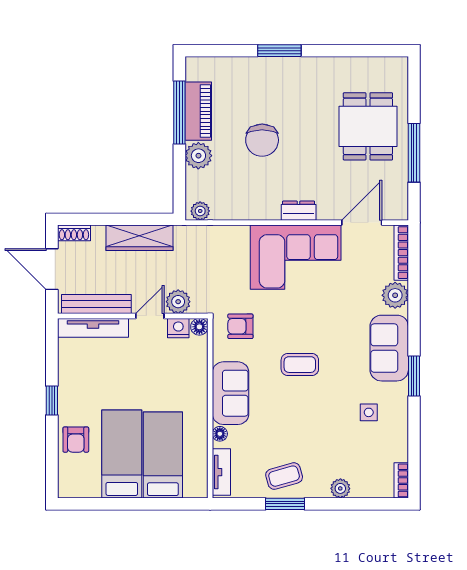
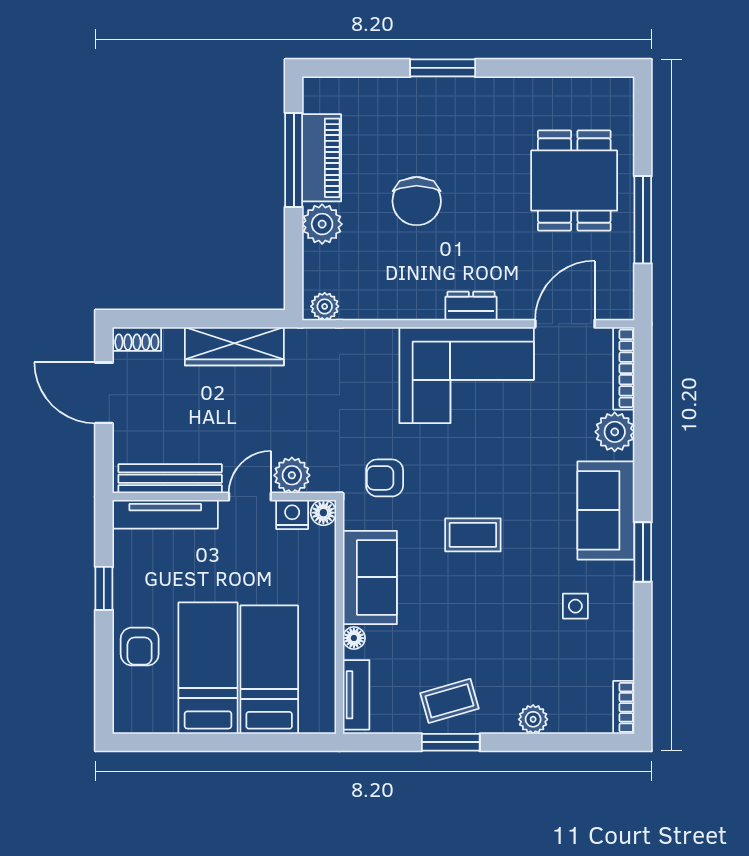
plant: (178, 302) -> (292, 475), moved
bench: (96, 304) -> (170, 479), moved
wall: (133, 316) -> (224, 497), moved
door: (150, 316) -> (250, 497), moved
floor lamp: (199, 327) -> (323, 513), moved
tv unit: (93, 328) -> (165, 514), moved
nightstand: (178, 328) -> (292, 515), moved

